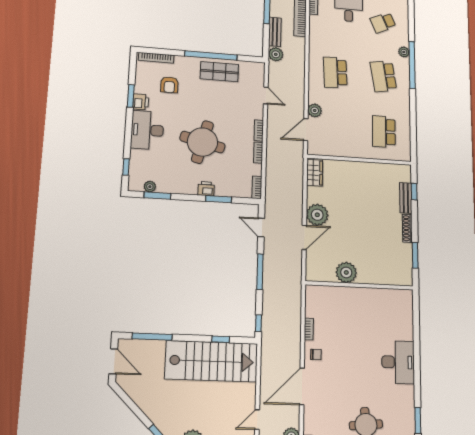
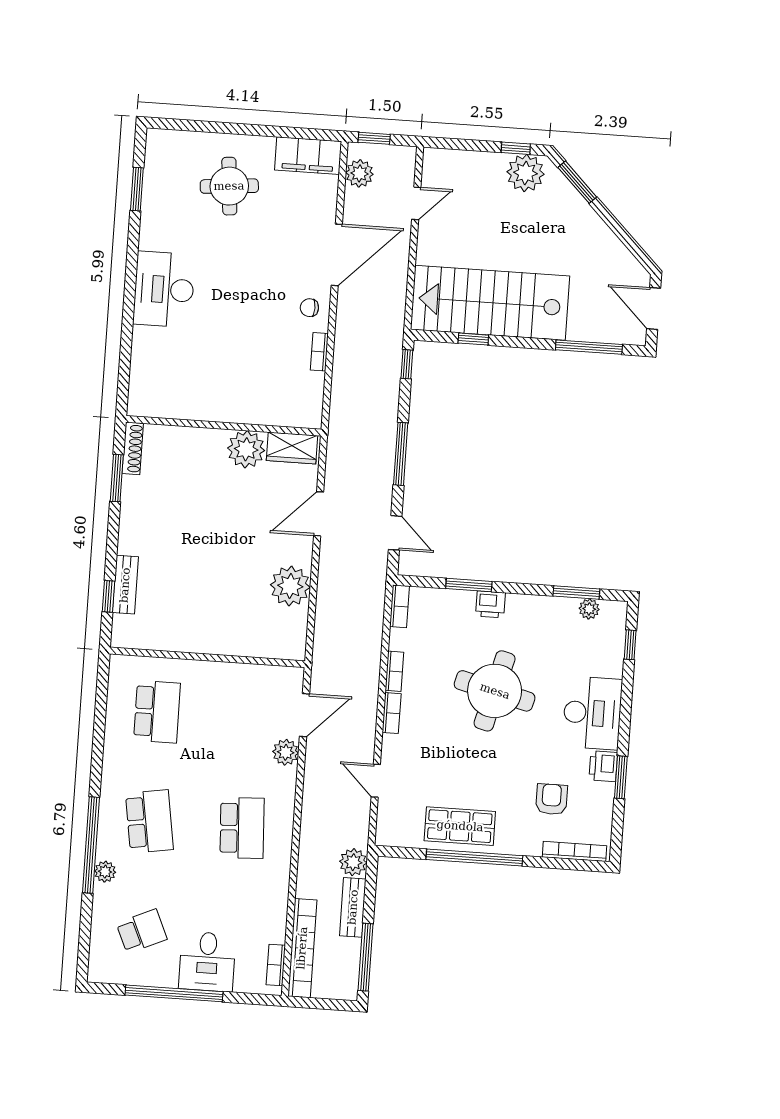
wardrobe: (315, 173) -> (292, 448), moved, turned -90
plant: (317, 215) -> (290, 586), moved
shoe rack: (407, 228) -> (133, 448), moved

